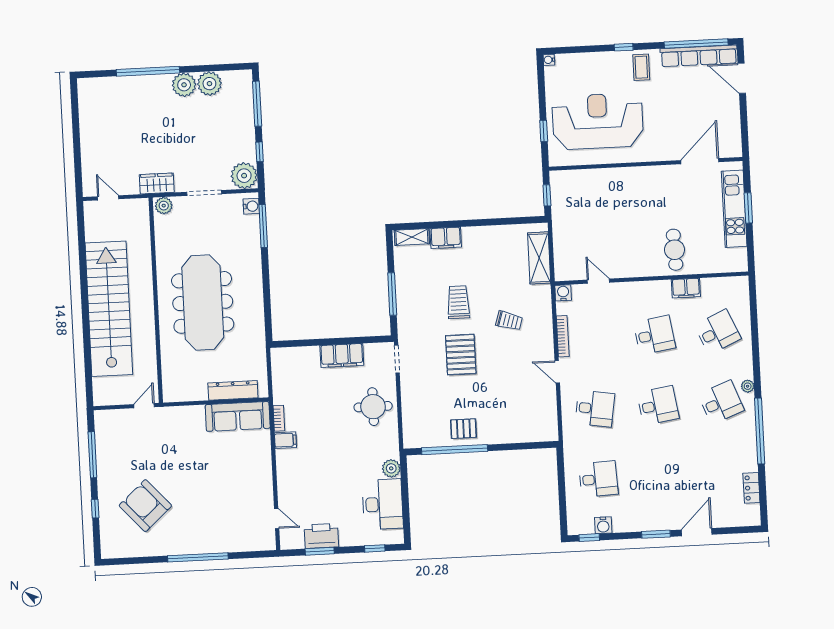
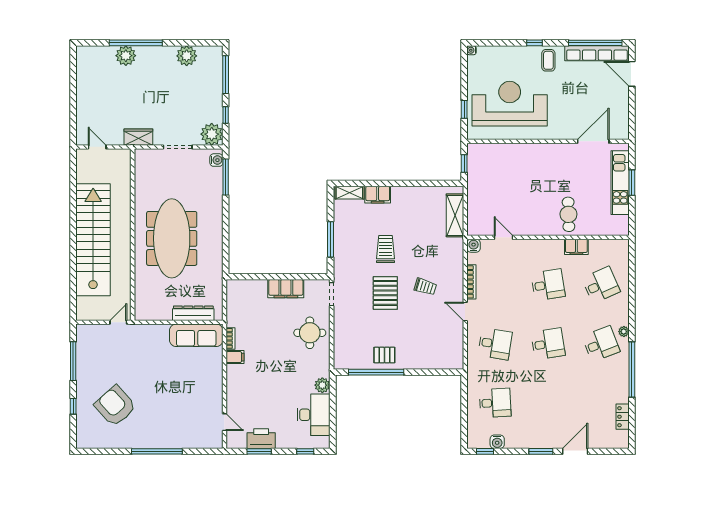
plant: (184, 85) -> (126, 56), moved
plant: (164, 206) -> (143, 156), removed
trolley: (509, 321) -> (425, 287), moved

